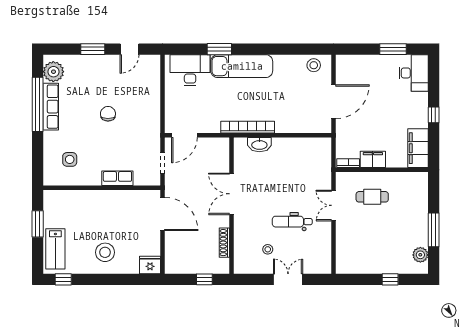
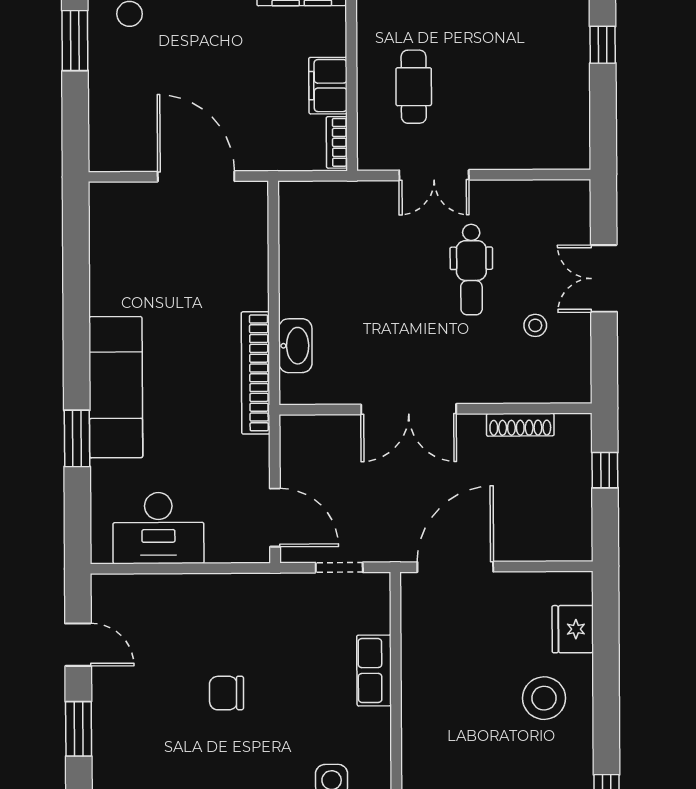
stool: (314, 65) -> (113, 222), removed
desk: (190, 70) -> (158, 528), moved, turned -90
fridge: (150, 265) -> (573, 629), moved

